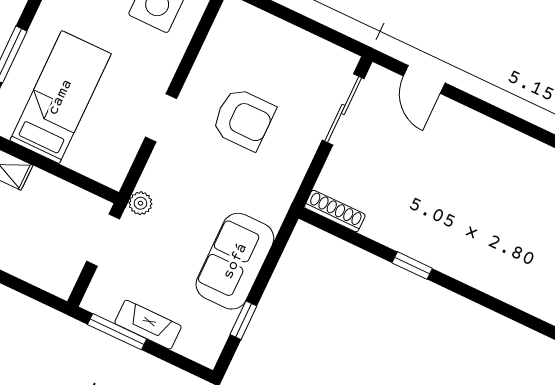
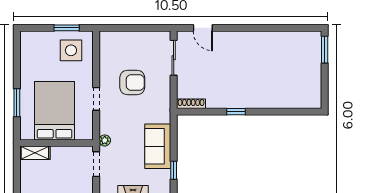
bed: (60, 97) -> (55, 111), width x1.50

